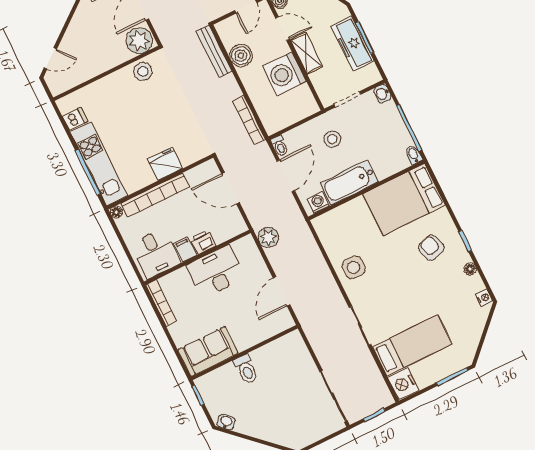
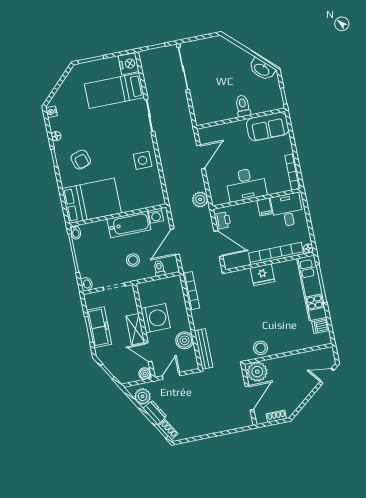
toilet: (280, 146) -> (159, 268), moved
printer: (203, 242) -> (222, 220), moved, turned -90
washbasin: (226, 422) -> (262, 69), width x1.91, depth x1.45

